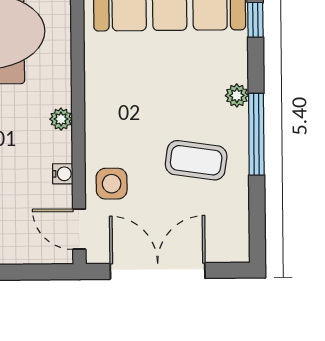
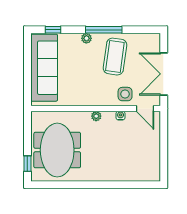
coffee table: (196, 160) -> (115, 57), width x1.36, depth x1.32
door: (79, 229) -> (145, 109), hinge flipped

